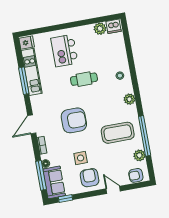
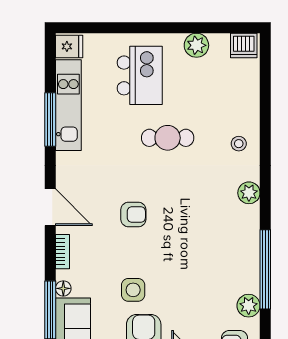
plant: (100, 29) -> (196, 45), moved
kitchen island: (64, 51) -> (140, 75), turned 180
armchair: (74, 120) -> (133, 214), width x0.53, depth x0.53
door: (32, 124) -> (50, 207), swing flipped
coffee table: (118, 133) -> (214, 254), removed

